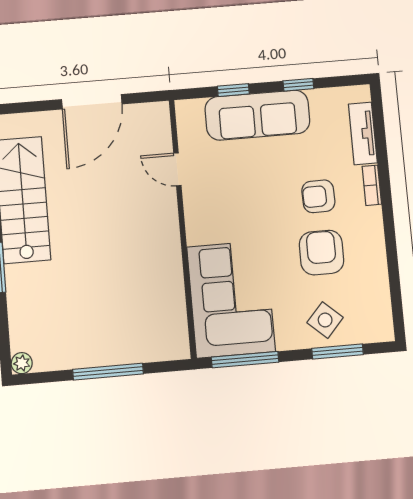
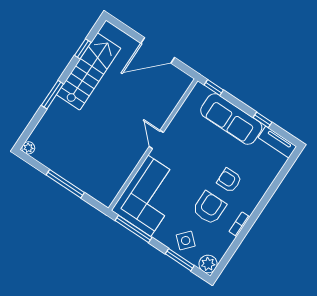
window: (233, 90) -> (214, 88), moved
tv unit: (363, 133) -> (277, 142), moved, turned -90
door: (177, 169) -> (156, 140), moved
bookcase: (372, 185) -> (239, 224), moved
plant: (379, 327) -> (208, 264), added

